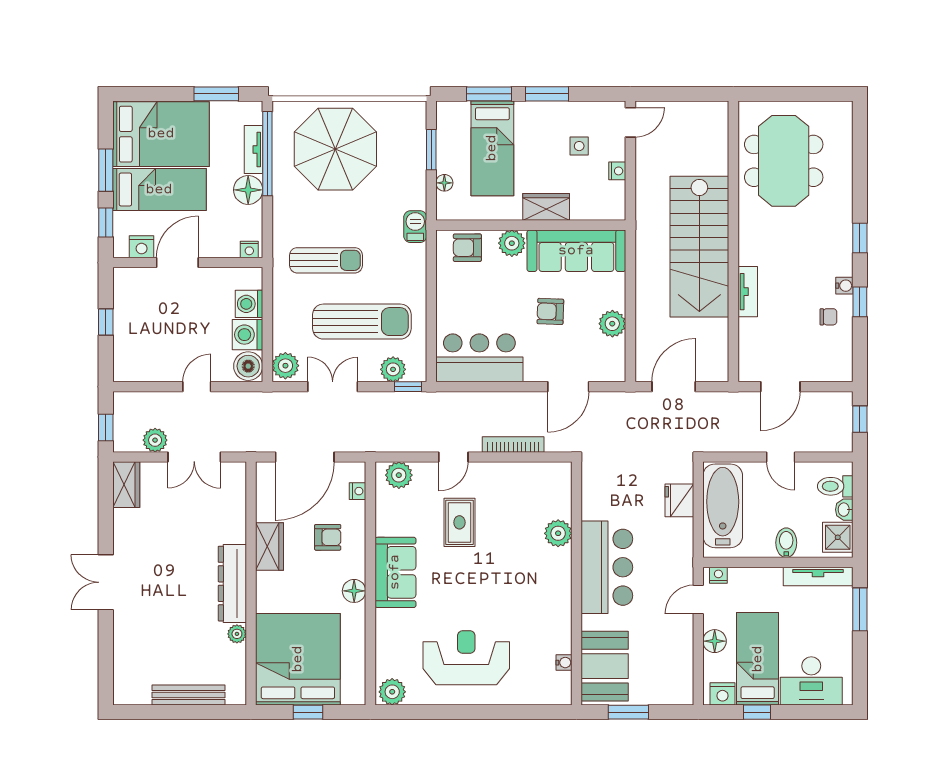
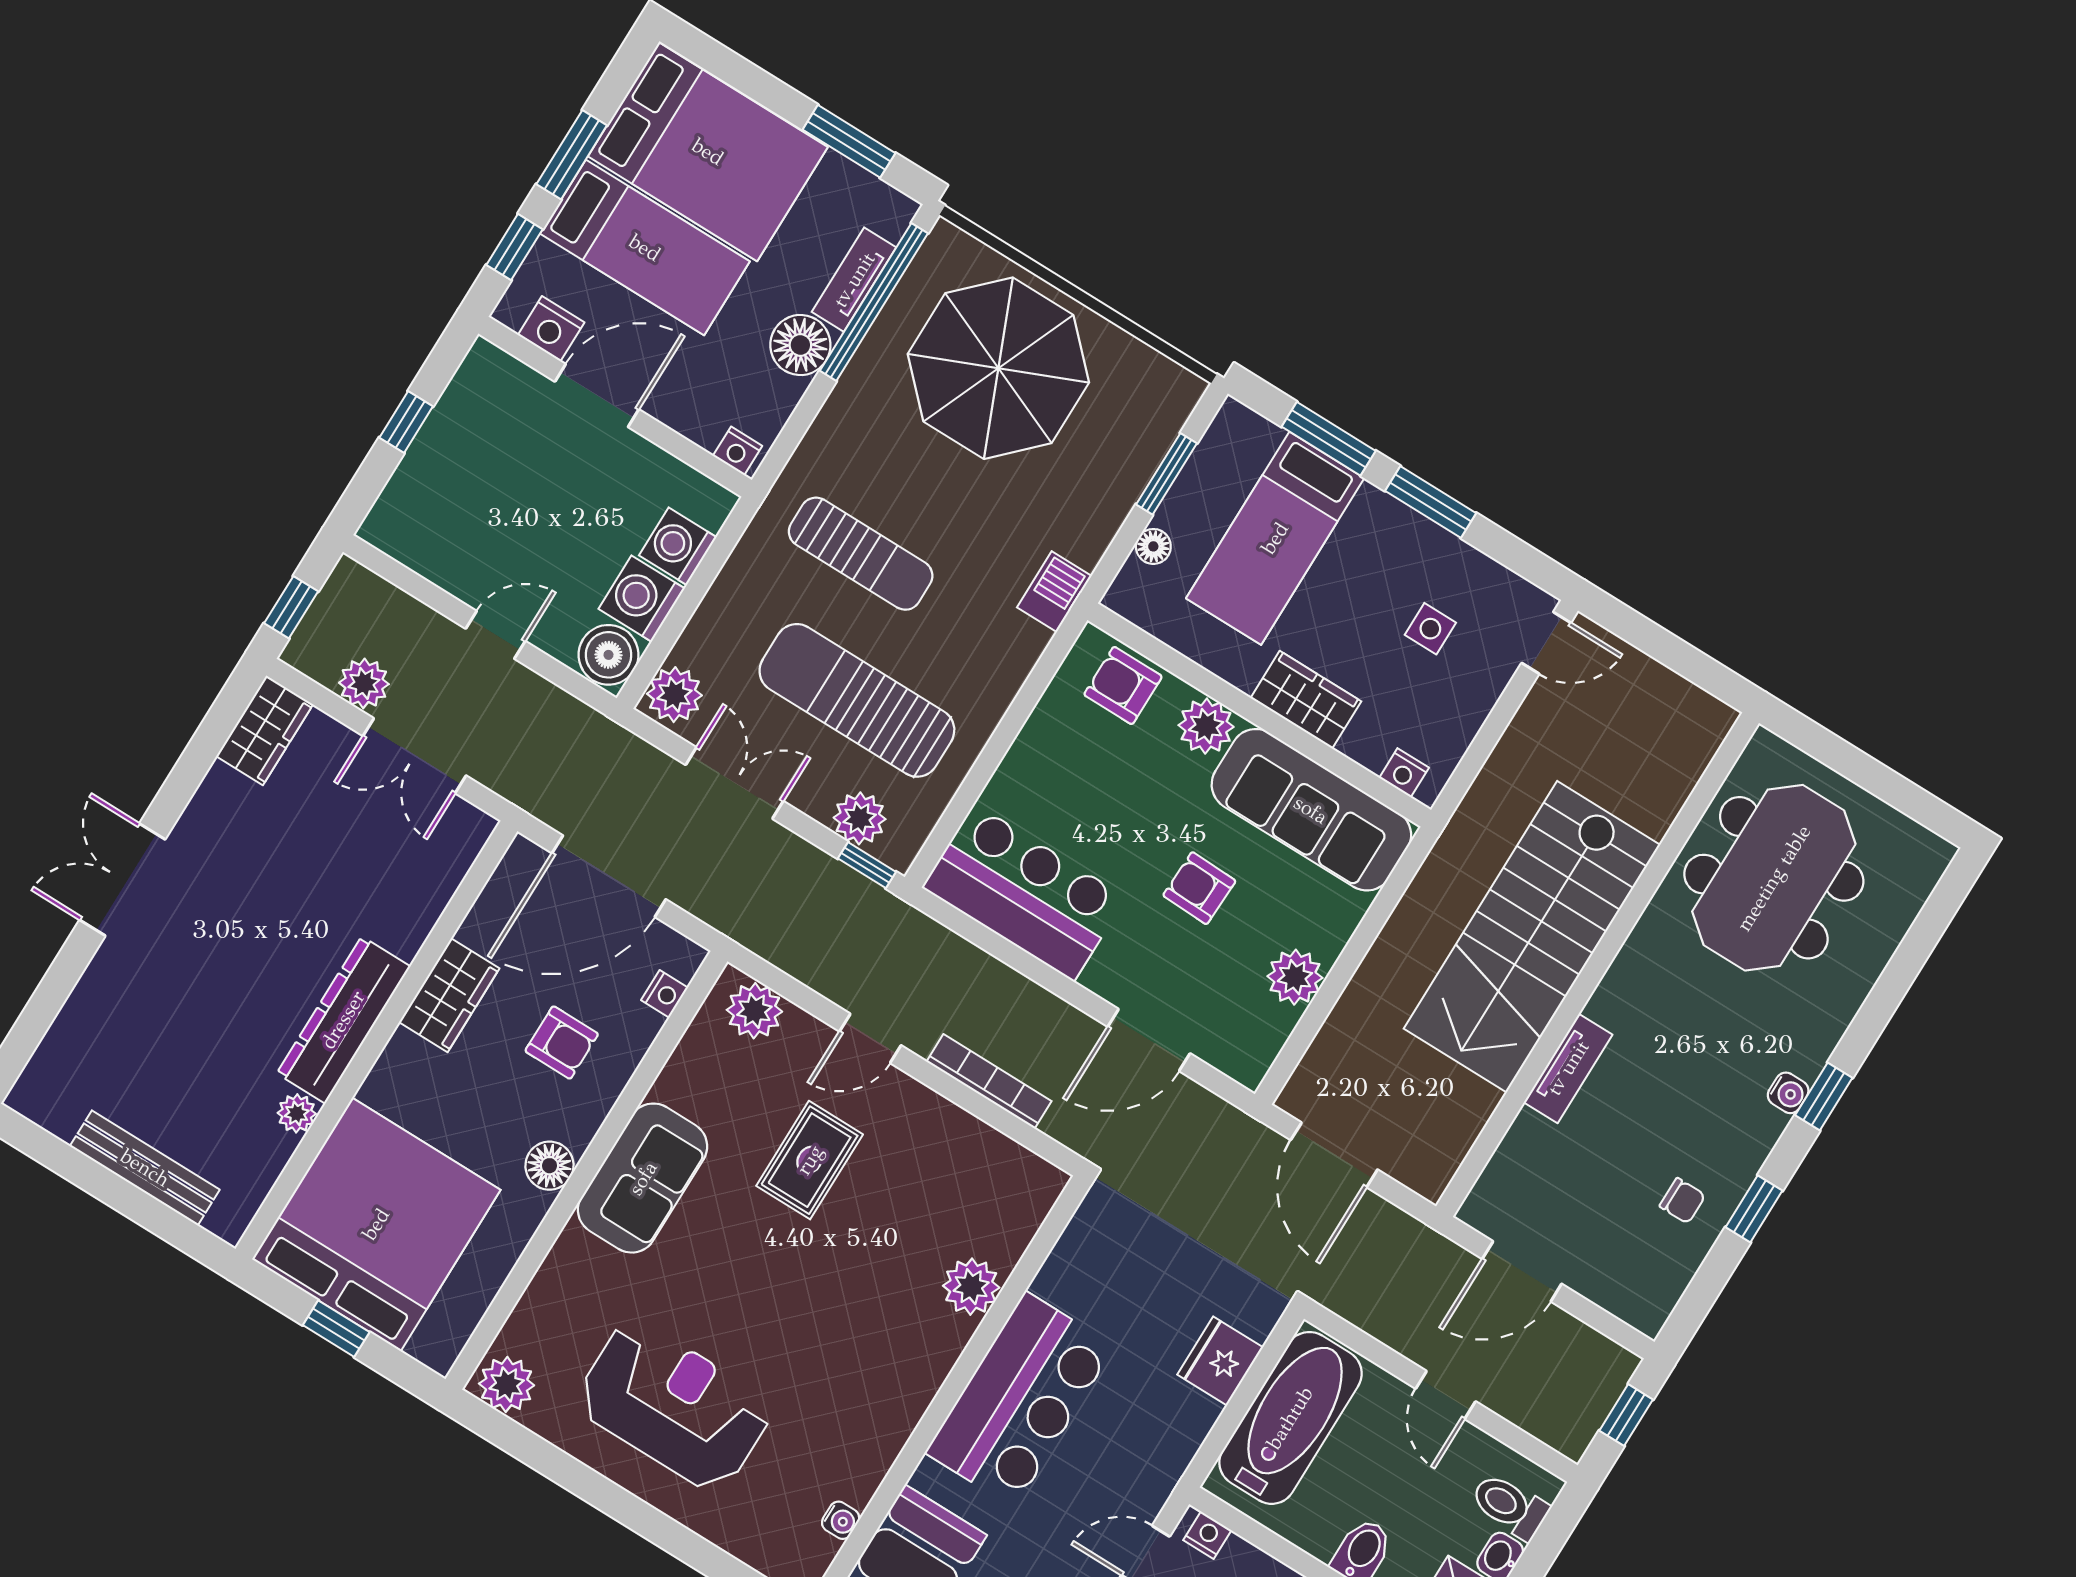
nightstand: (617, 171) -> (1404, 773), moved, turned 90
water cooler: (844, 286) -> (1788, 1093), moved
sun lounger: (362, 322) -> (857, 700), turned 180
door: (674, 387) -> (1334, 1155), swing flipped

